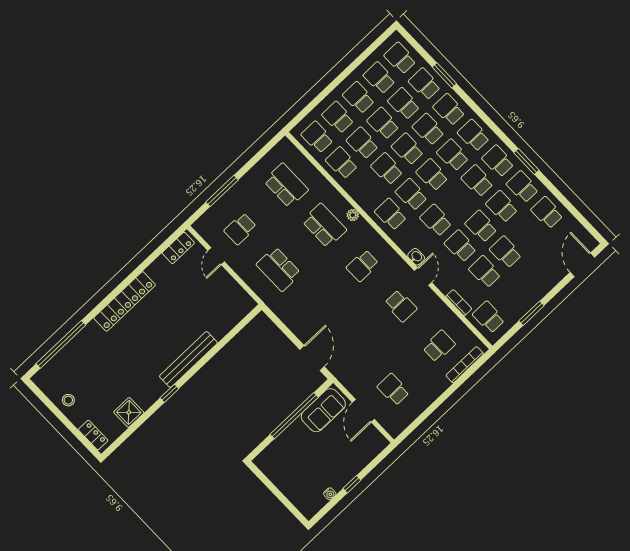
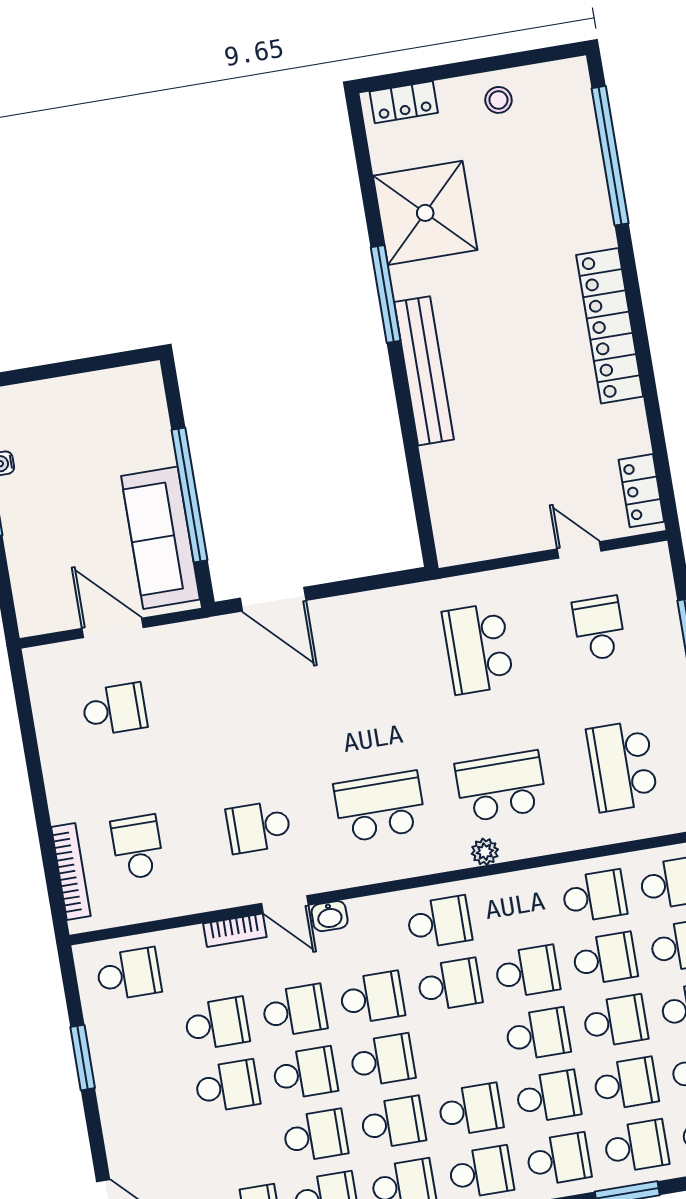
school desk: (432, 175) -> (382, 1060), moved
school desk: (286, 185) -> (622, 766), turned 90
school desk: (324, 226) -> (501, 786), turned 180
school desk: (362, 266) -> (380, 807), width x1.85
school desk: (279, 269) -> (478, 649), turned -90
bookcase: (459, 303) -> (235, 930), moved
school desk: (439, 346) -> (137, 847), turned 180
window: (169, 393) -> (386, 294), width x2.17
sofa: (323, 410) -> (160, 538), width x1.36
shower: (129, 412) -> (425, 213), width x1.86, depth x1.86

